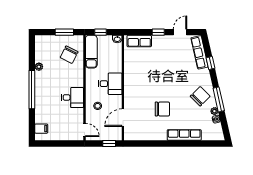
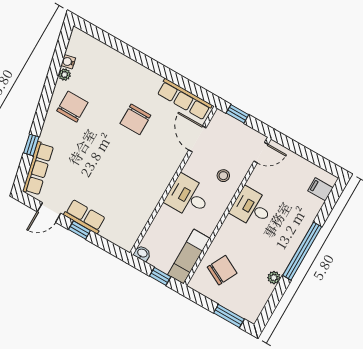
window: (64, 32) -> (229, 316), moved
row of seats: (139, 41) -> (85, 217), moved
chair: (200, 96) -> (72, 107), turned 135
window: (219, 99) -> (49, 87), removed
chair: (162, 109) -> (135, 119), turned -90
door: (123, 118) -> (197, 139), swing flipped
door: (84, 130) -> (261, 153), swing flipped
row of seats: (184, 135) -> (184, 99), moved

